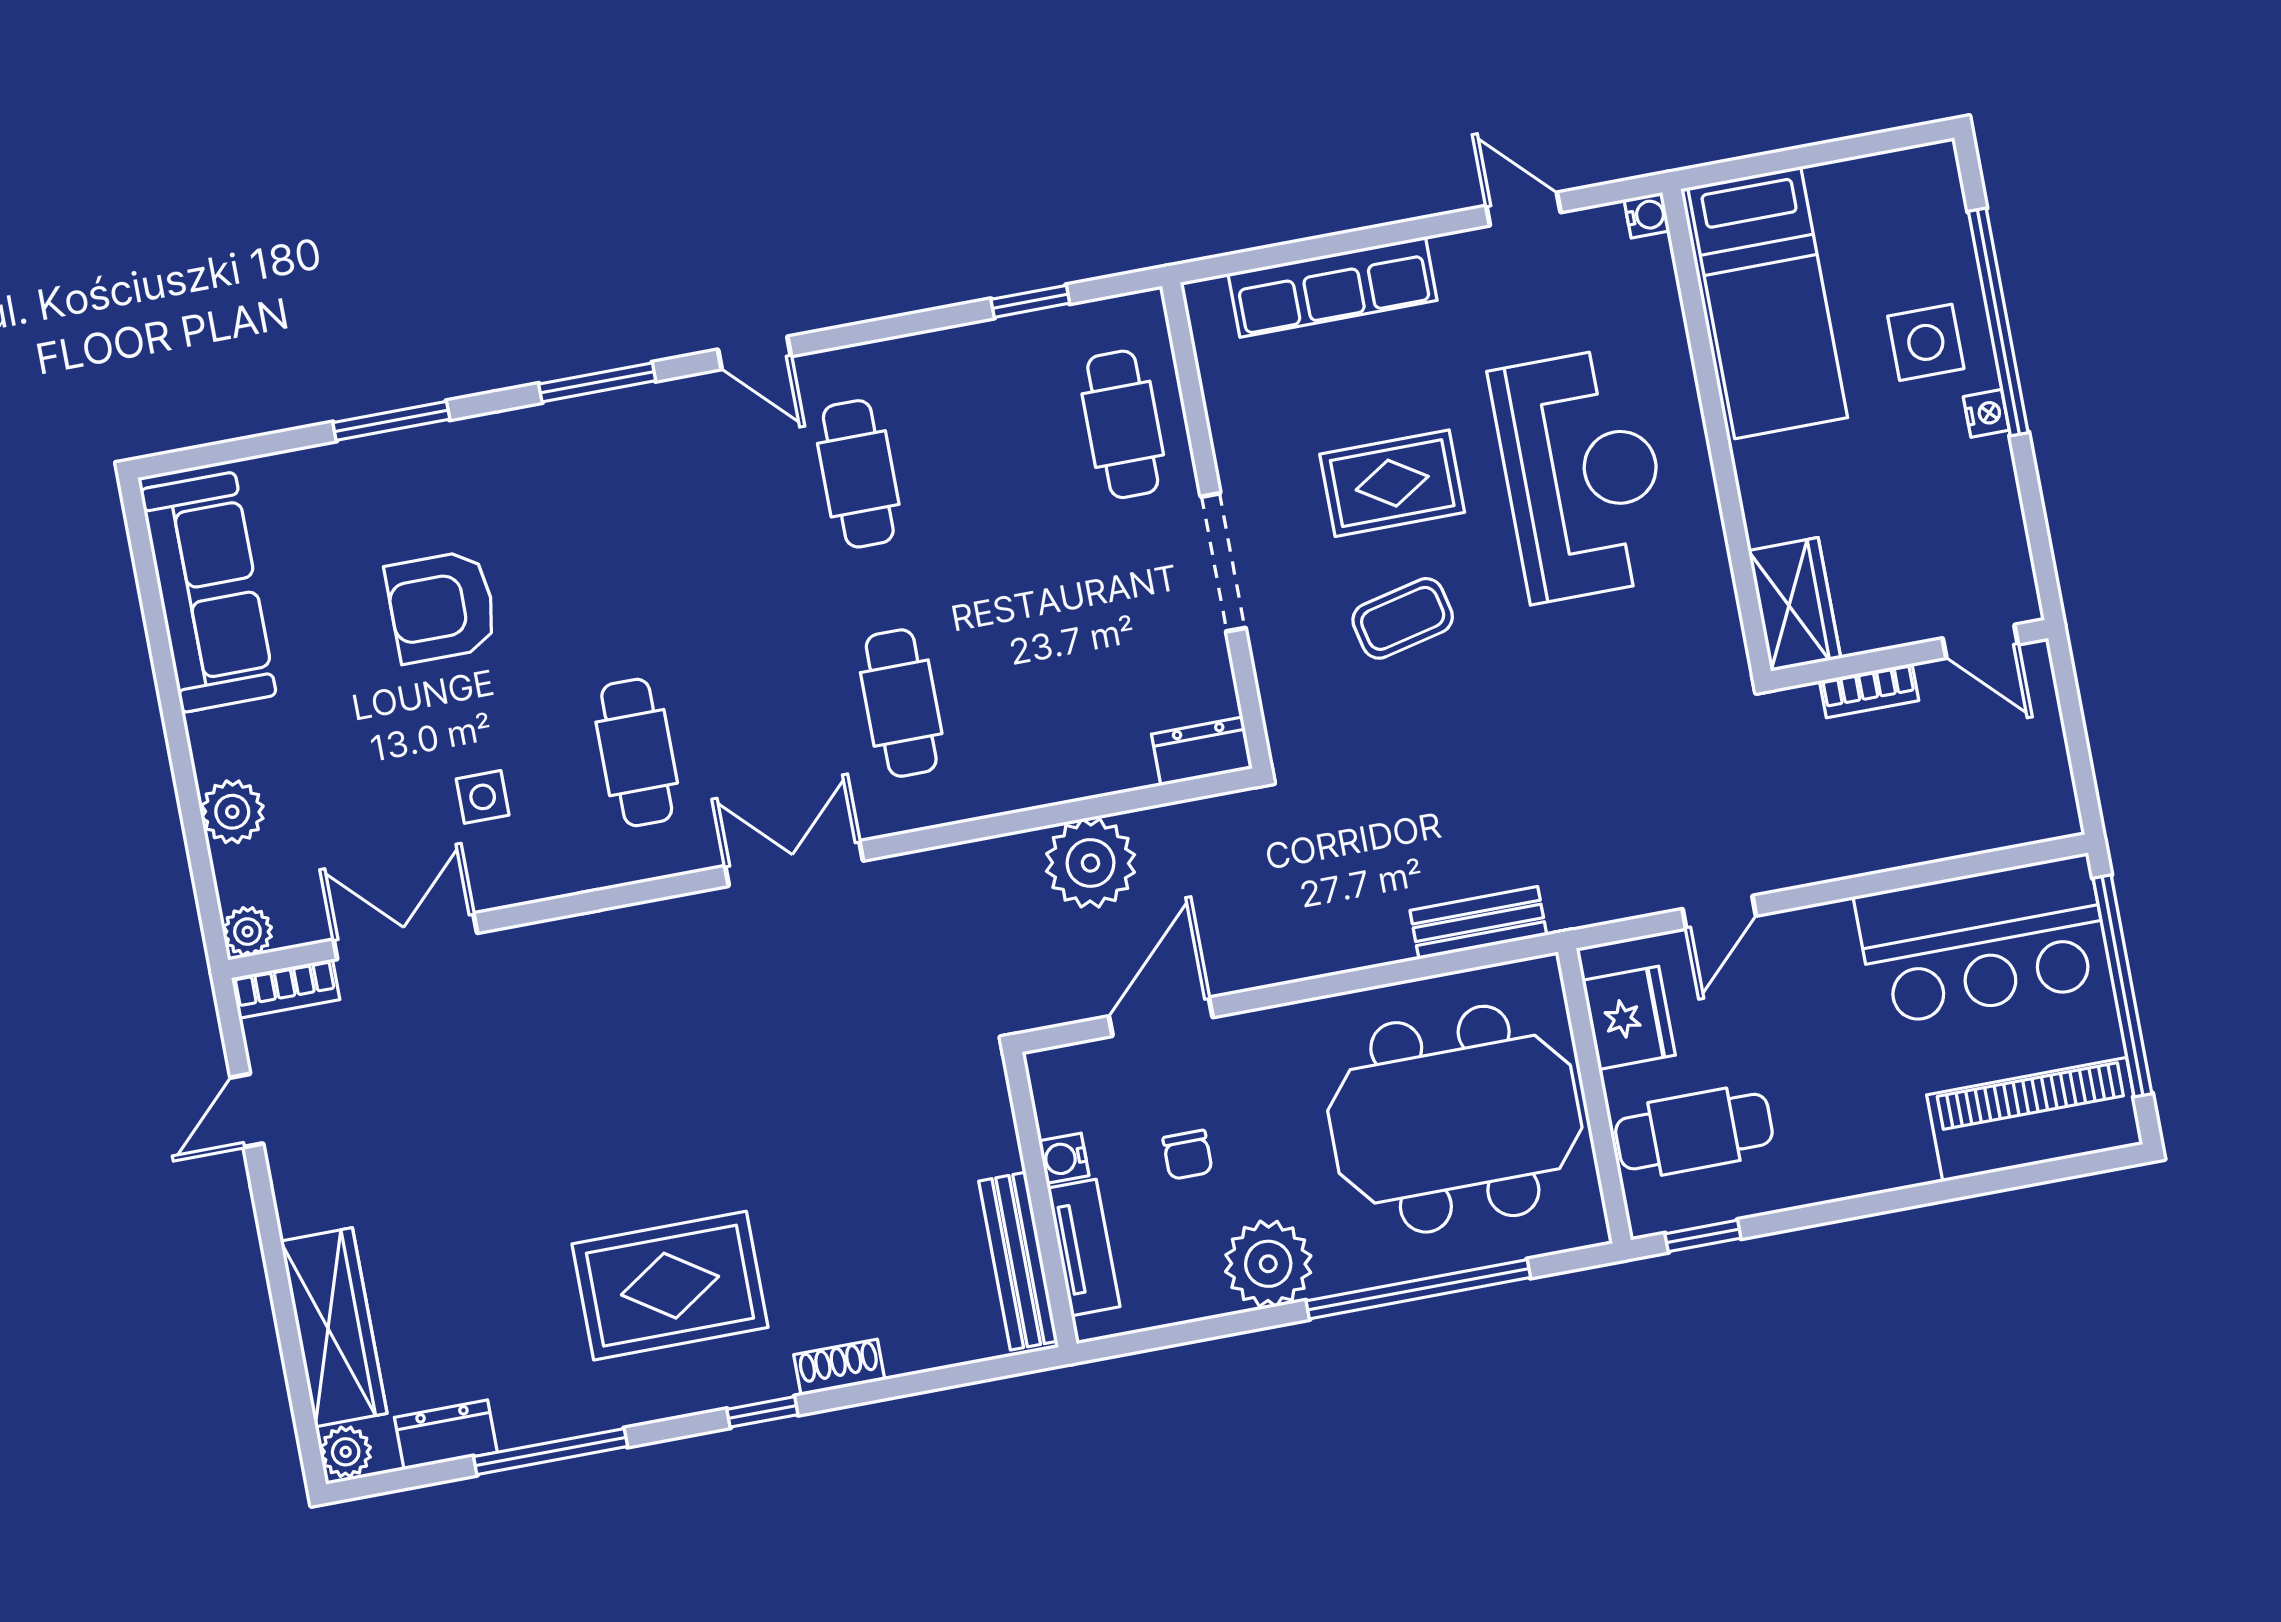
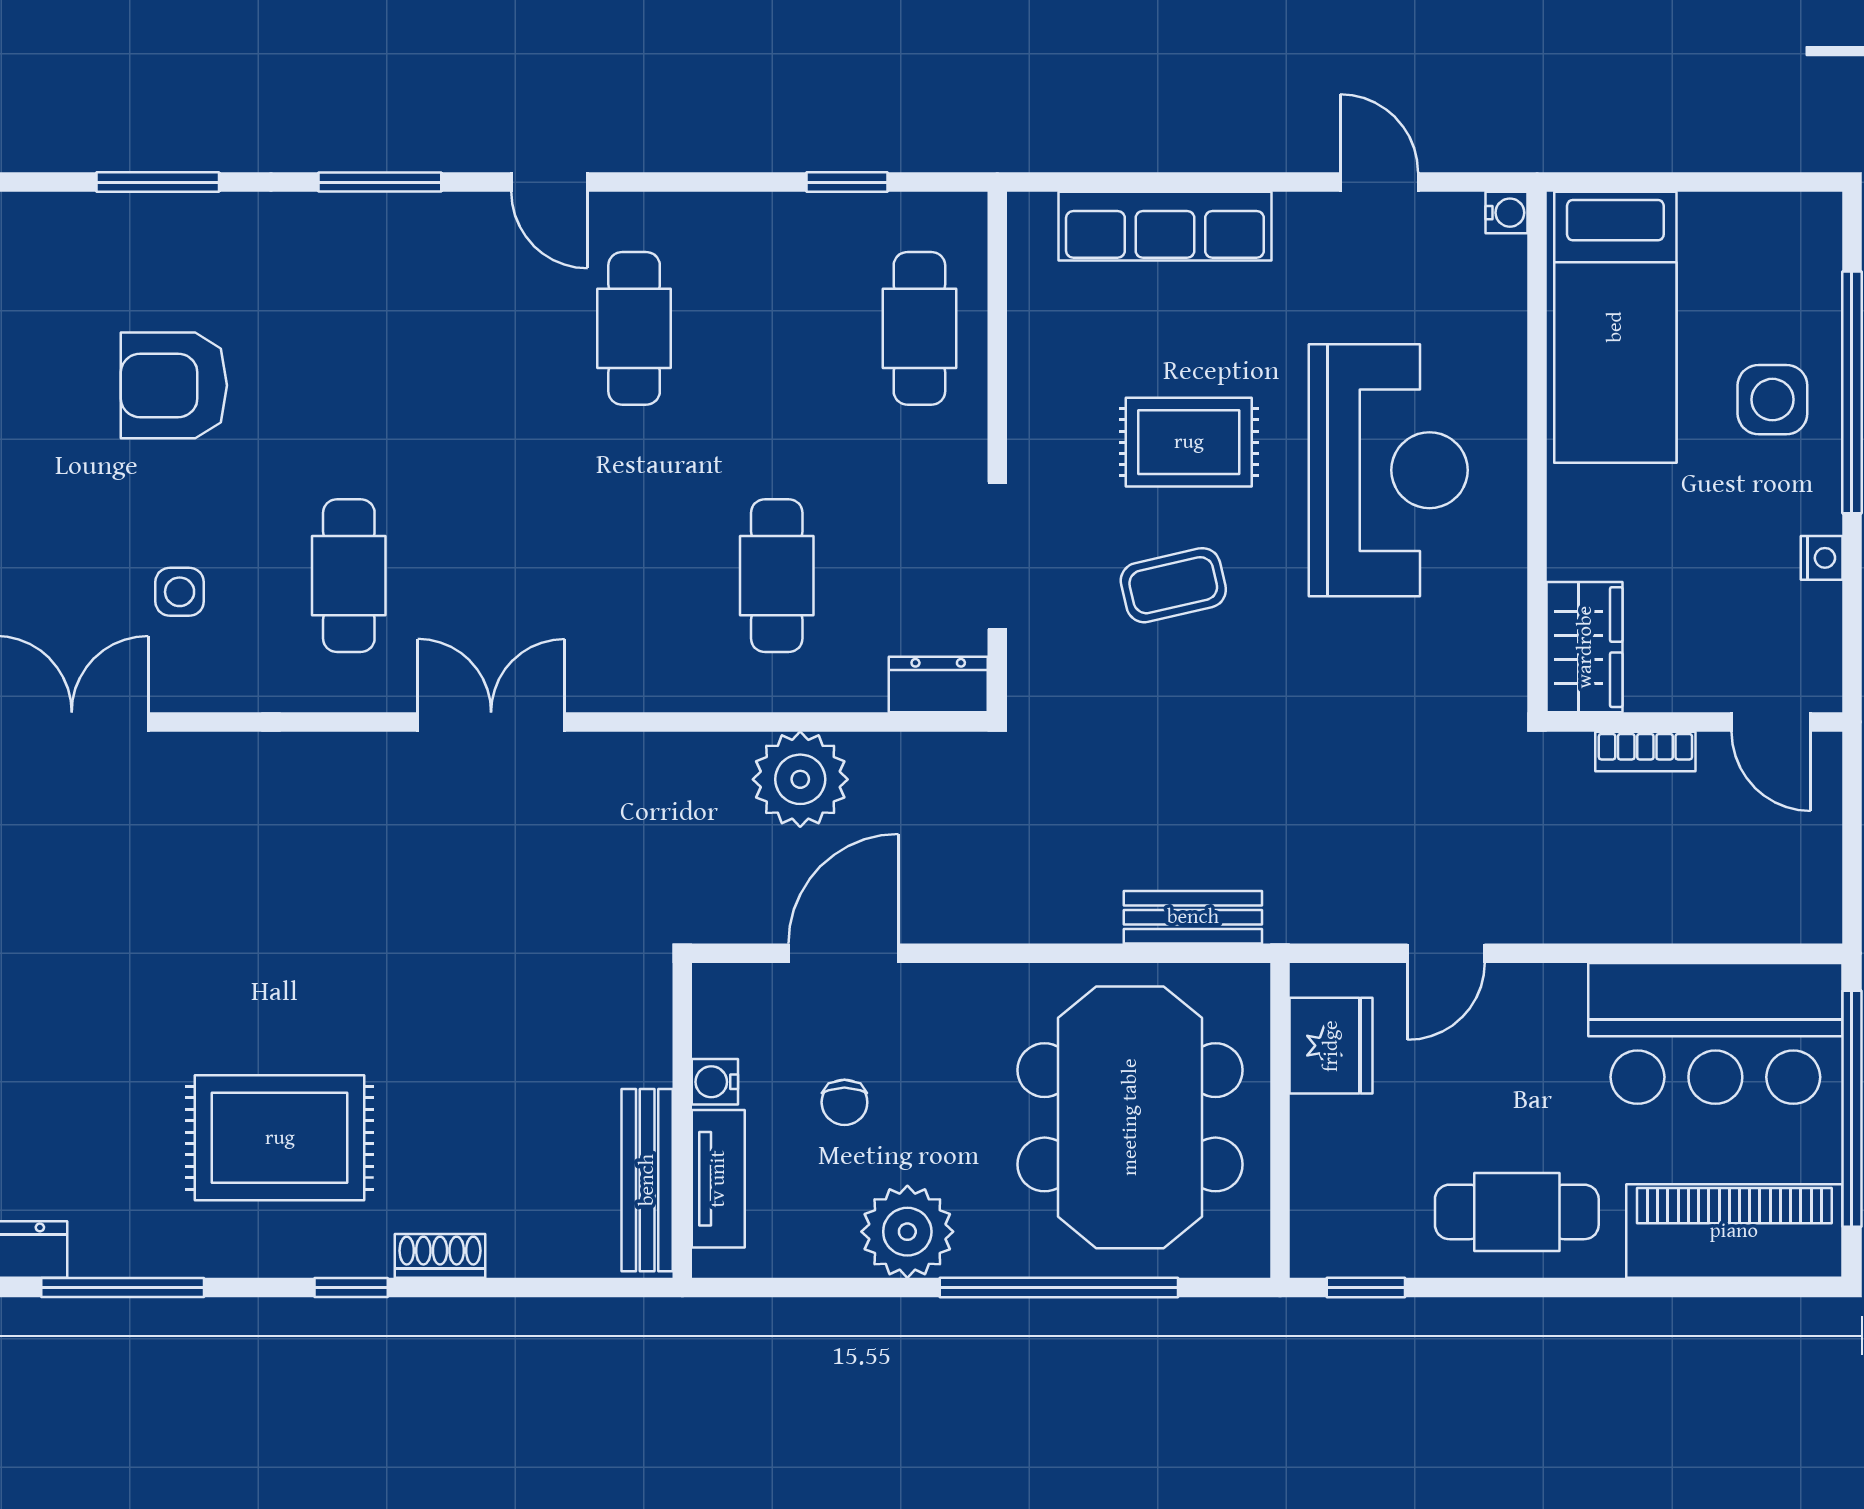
nightstand: (1986, 413) -> (1822, 558), moved
doorway: (1223, 562) -> (997, 556), moved
cafe table: (901, 703) -> (777, 576), moved
meeting table: (1455, 1119) -> (1130, 1117), turned 90
cafe table: (1694, 1132) -> (1517, 1212), moved

